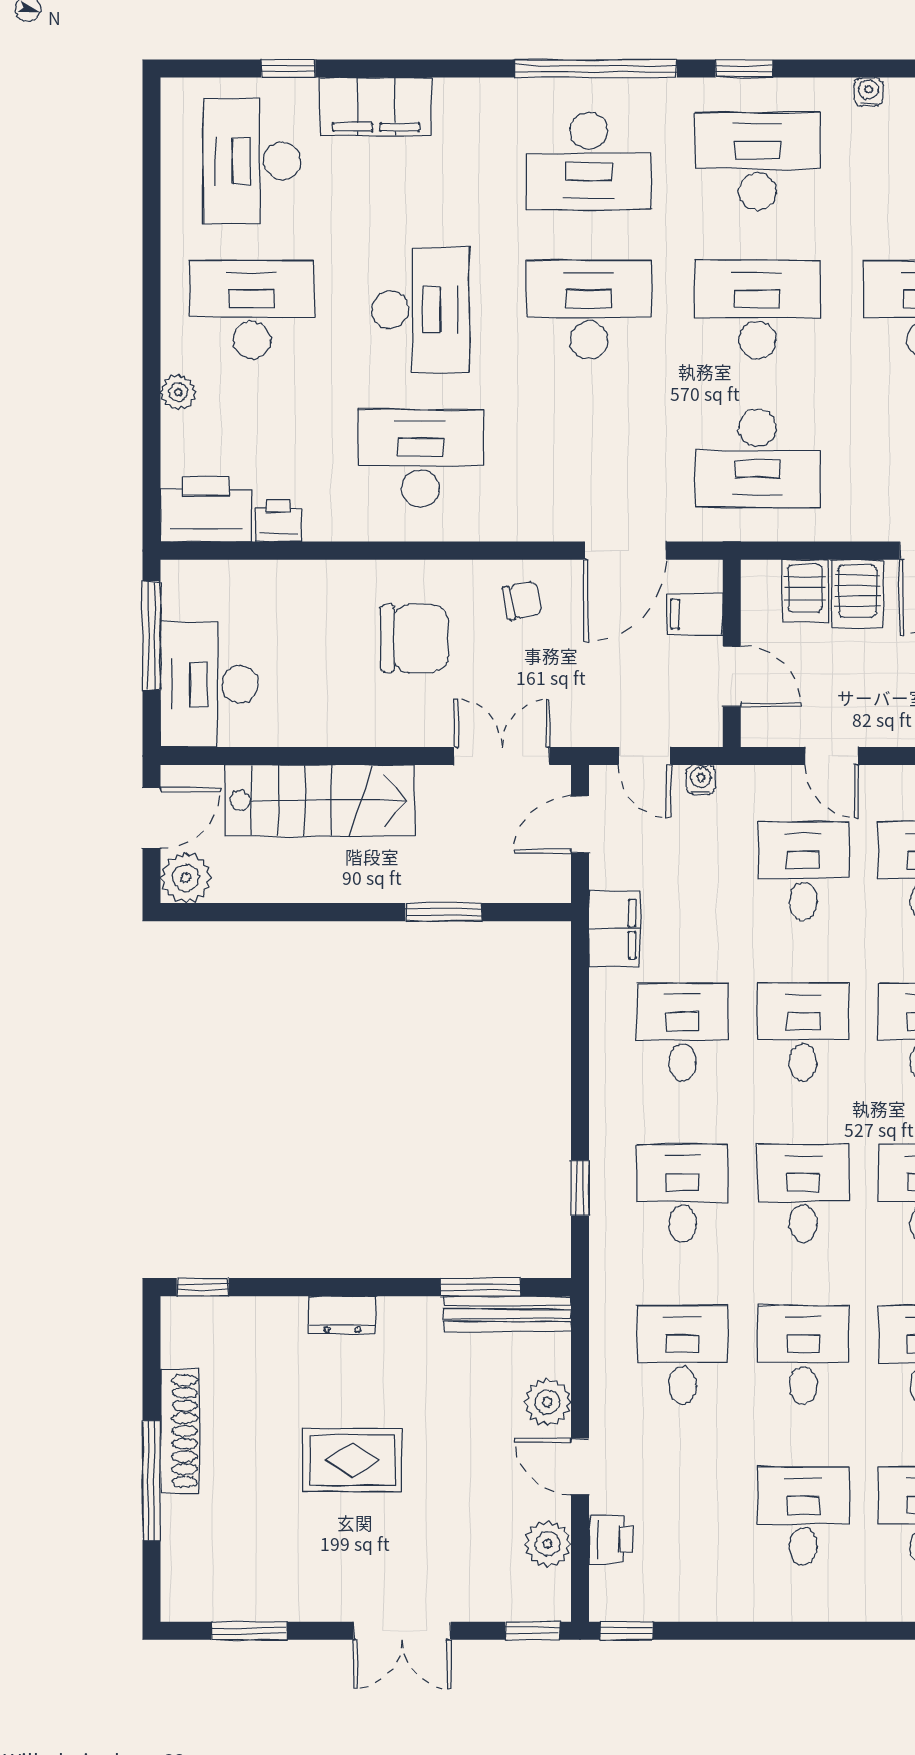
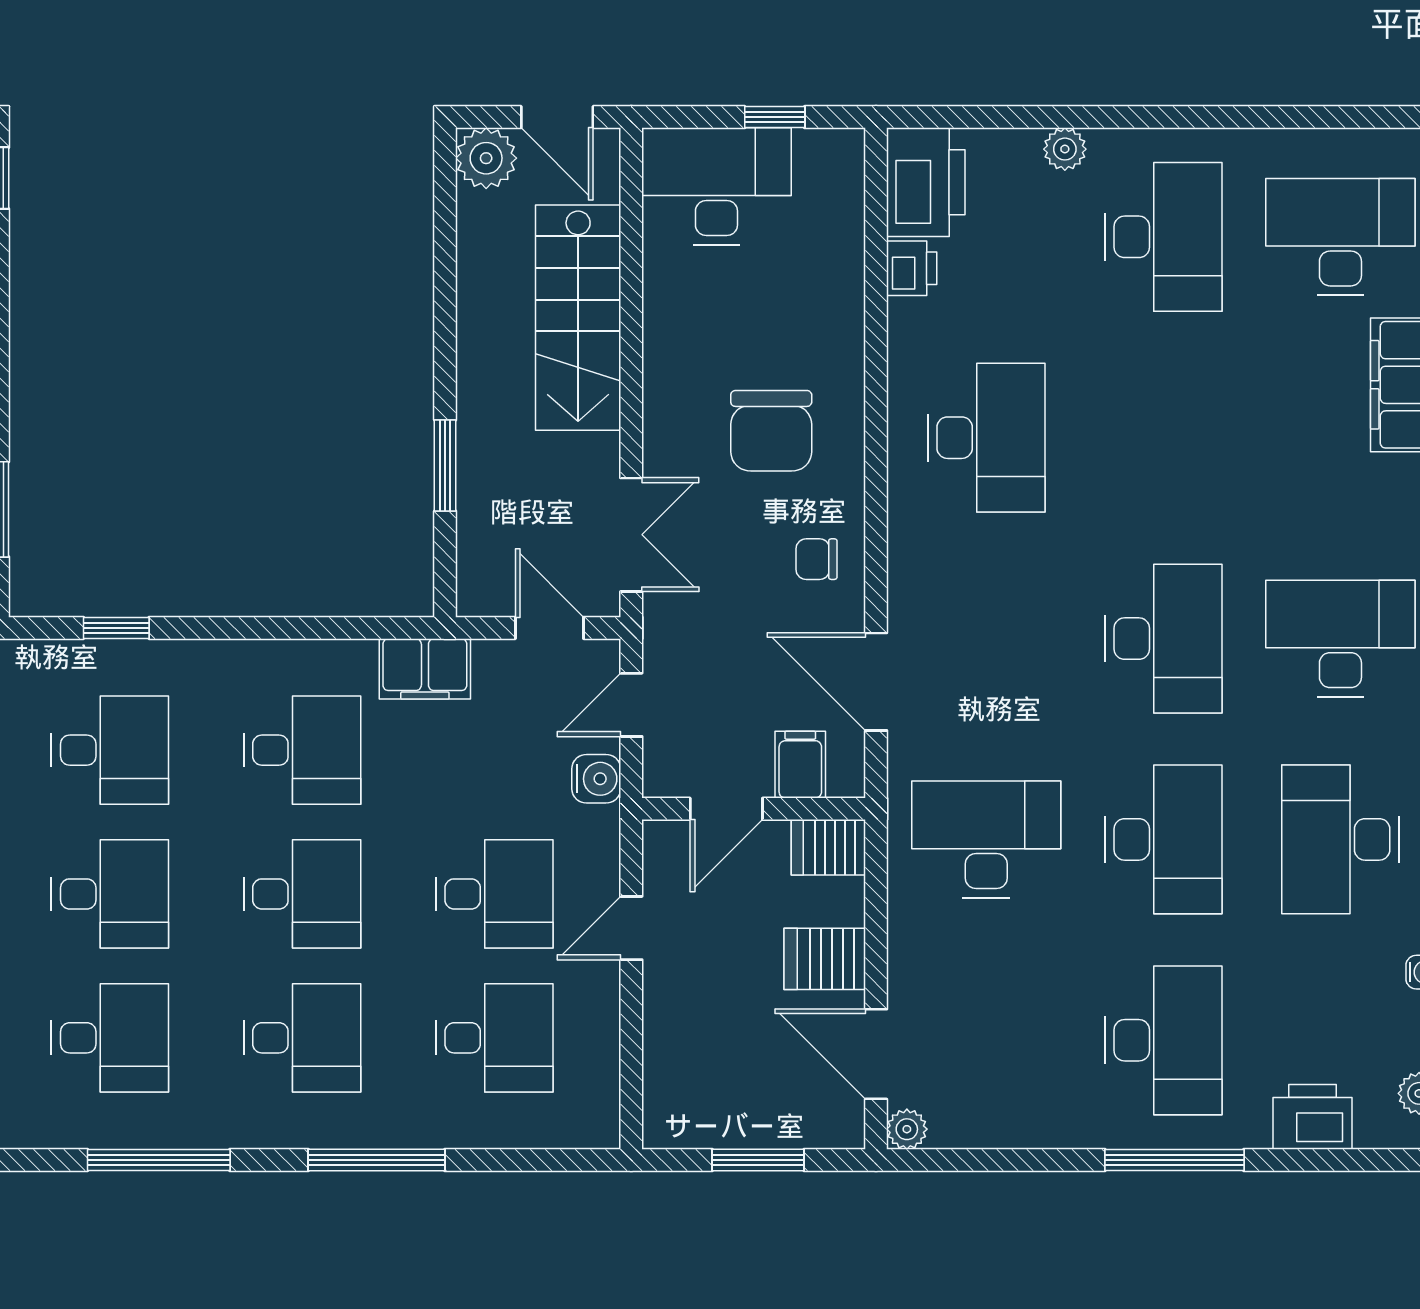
desk: (589, 161) -> (1340, 639), turned 90
desk: (757, 161) -> (1340, 839), turned 180
desk: (420, 310) -> (1163, 438), removed
desk: (757, 458) -> (986, 839), turned 90
server rack: (805, 591) -> (828, 847), moved
chair: (522, 601) -> (817, 559), turned 101
window: (151, 636) -> (775, 117), width x0.46
water cooler: (701, 780) -> (596, 779), width x1.38, depth x1.38

